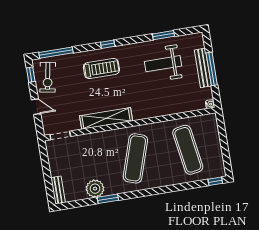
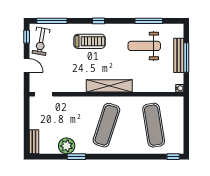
window: (163, 35) -> (149, 21), width x1.44
shelving: (106, 118) -> (109, 86), moved

